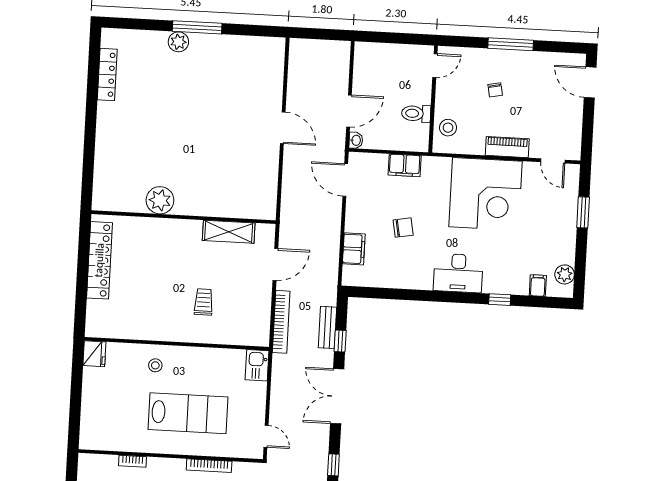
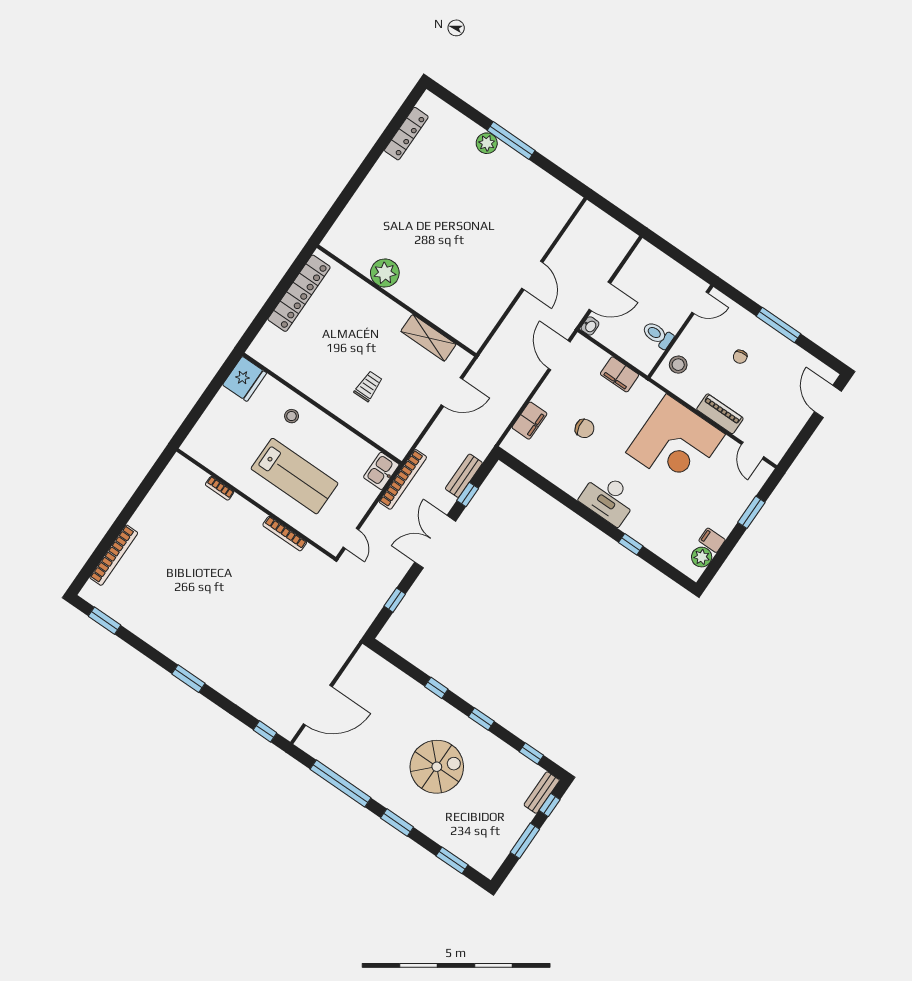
filing cabinet: (538, 286) -> (712, 540), moved, turned -90
bookcase: (281, 322) -> (403, 479), moved
fridge: (94, 354) -> (245, 379), width x1.36, depth x1.34

